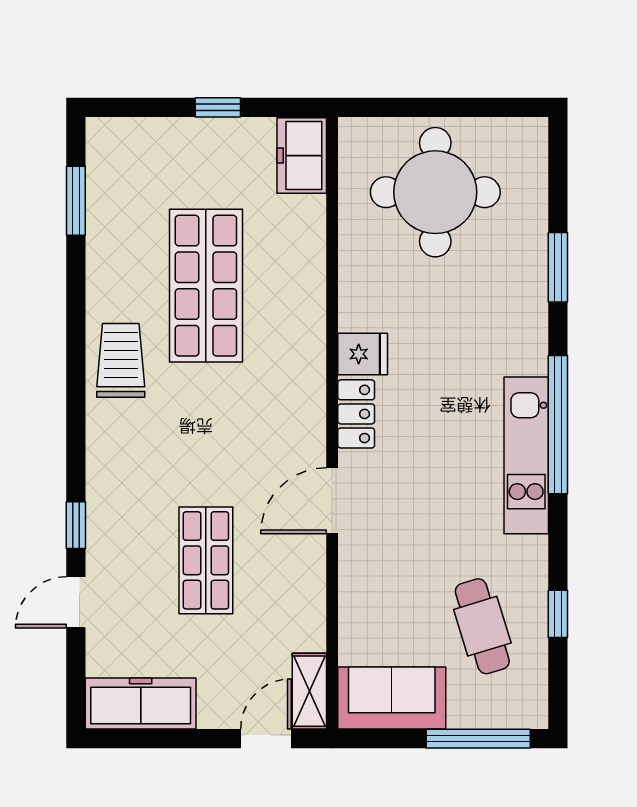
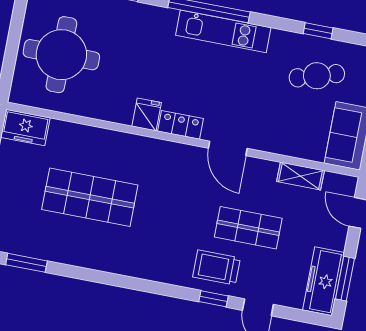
trolley: (121, 360) -> (216, 268), moved
shelving: (309, 691) -> (300, 176), moved
window: (152, 739) -> (345, 279), added

